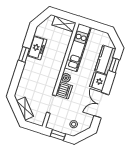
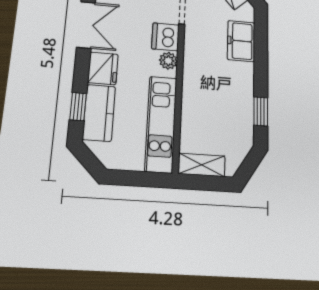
freezer: (37, 48) -> (241, 41), moved
window: (24, 54) -> (261, 111), moved

